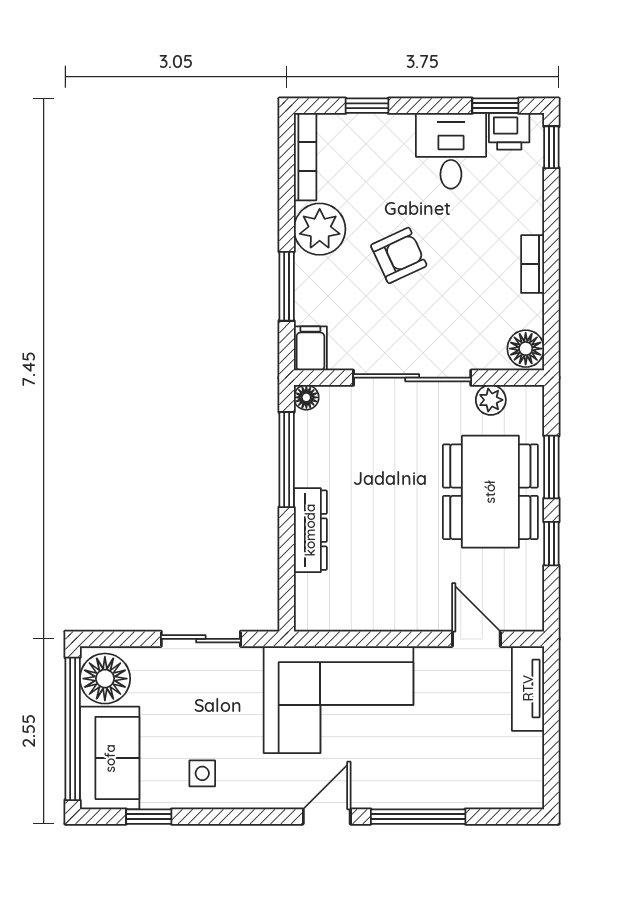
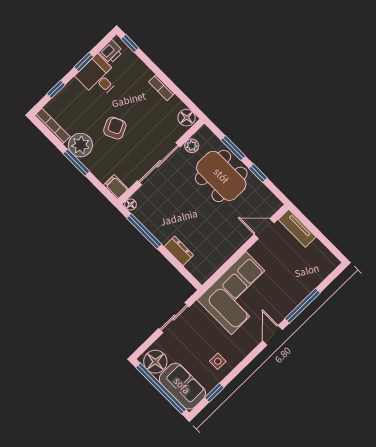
window: (495, 106) -> (84, 62), moved
window: (287, 286) -> (76, 162), moved
dresser: (310, 530) -> (179, 251), width x0.70

